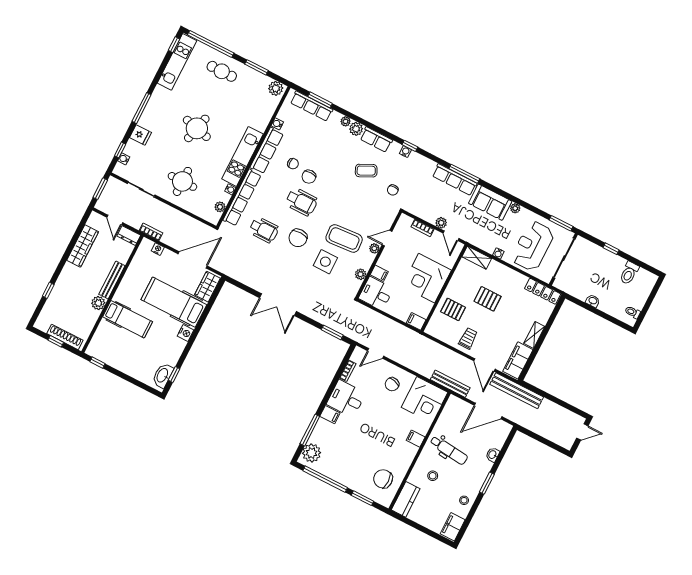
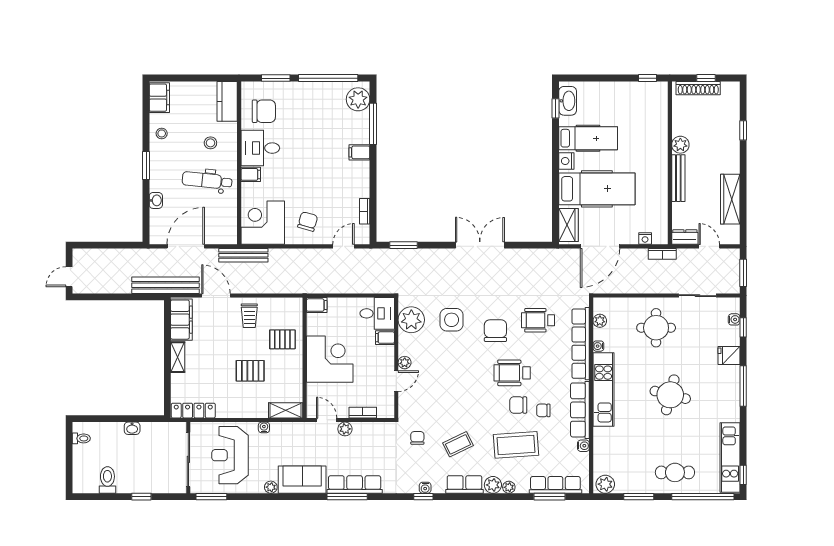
chair: (309, 177) -> (518, 405), turned -90
coffee table: (344, 238) -> (516, 445), moved
reception desk: (533, 246) -> (230, 455), turned 180
plant: (361, 274) -> (411, 320), width x1.88, depth x1.88
hospital bed: (128, 319) -> (588, 138), moved, turned 180
desk: (346, 399) -> (260, 148), moved, turned 180

